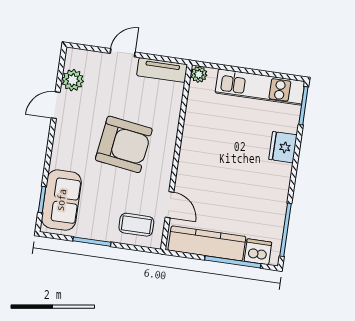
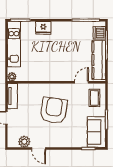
sofa: (61, 200) -> (96, 132), moved, turned -90

